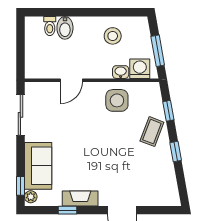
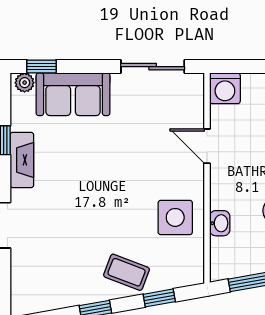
washing machine: (140, 69) -> (225, 88), moved, turned 90

